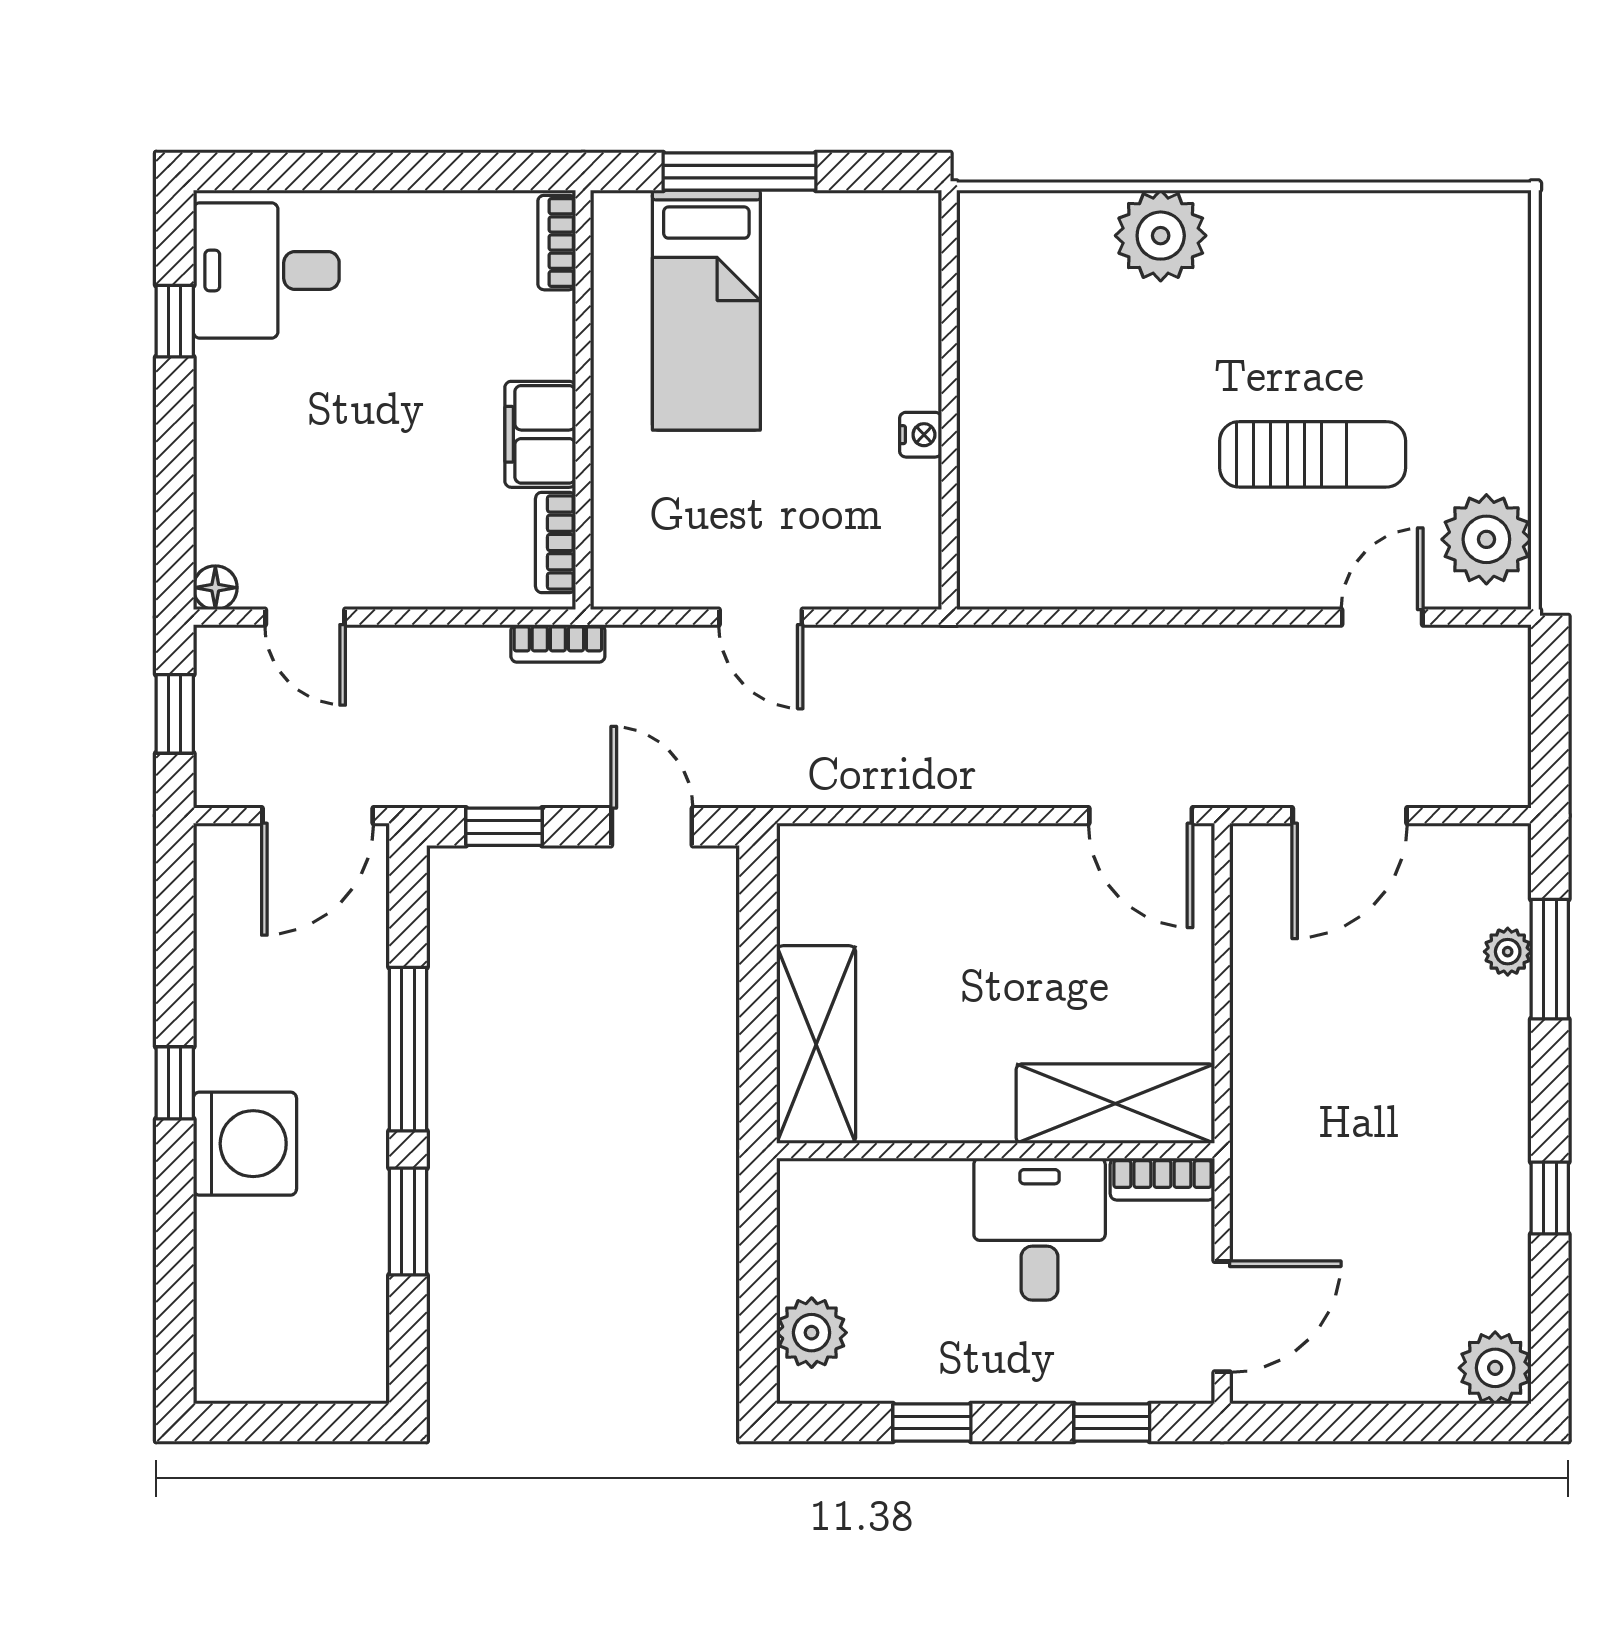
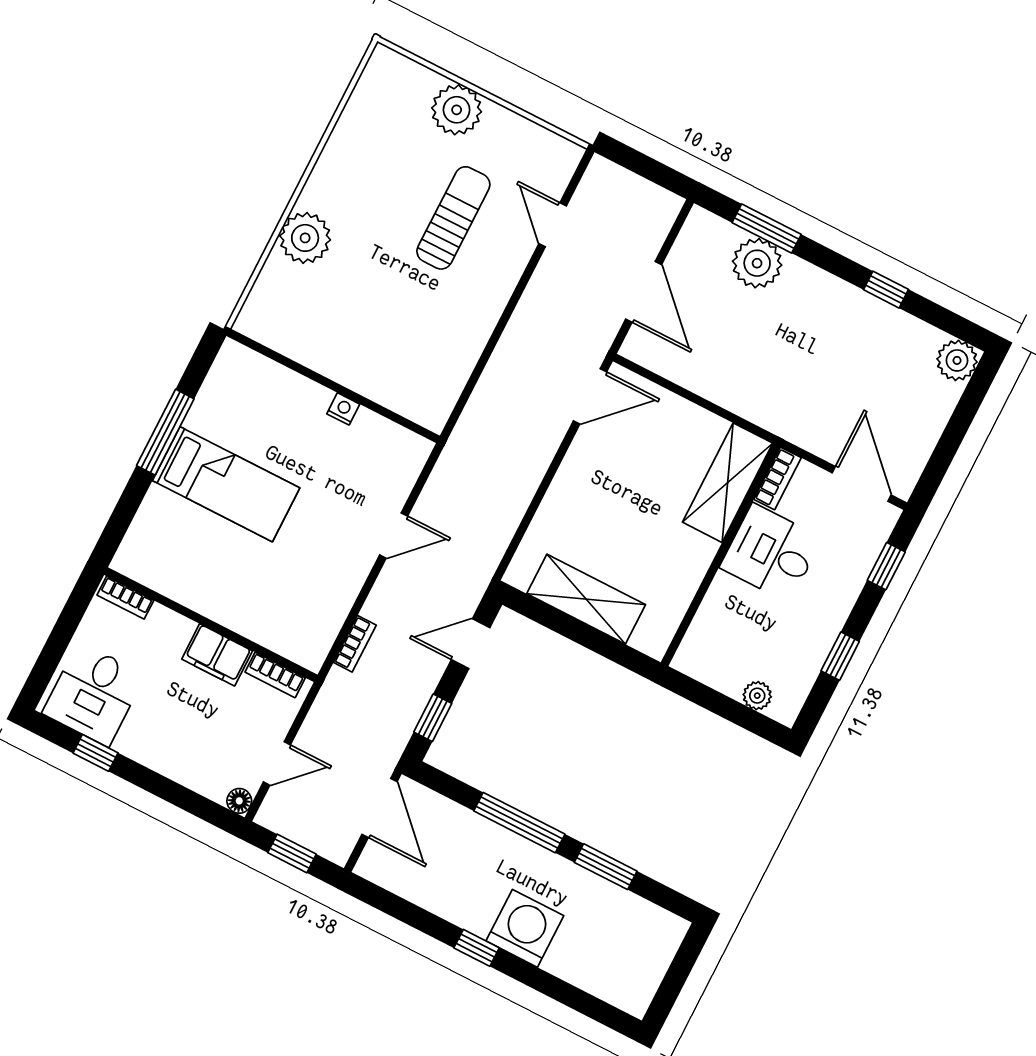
bookcase: (557, 243) -> (125, 598), moved
wall: (583, 400) -> (211, 625), moved
filing cabinet: (540, 434) -> (217, 655), moved
plant: (1486, 539) -> (457, 110), moved
bookcase: (556, 542) -> (275, 675), moved
plant: (1508, 952) -> (757, 263), width x1.88, depth x1.88
shelving: (816, 1045) -> (586, 599), moved
plant: (812, 1333) -> (757, 696), width x0.73, depth x0.73

